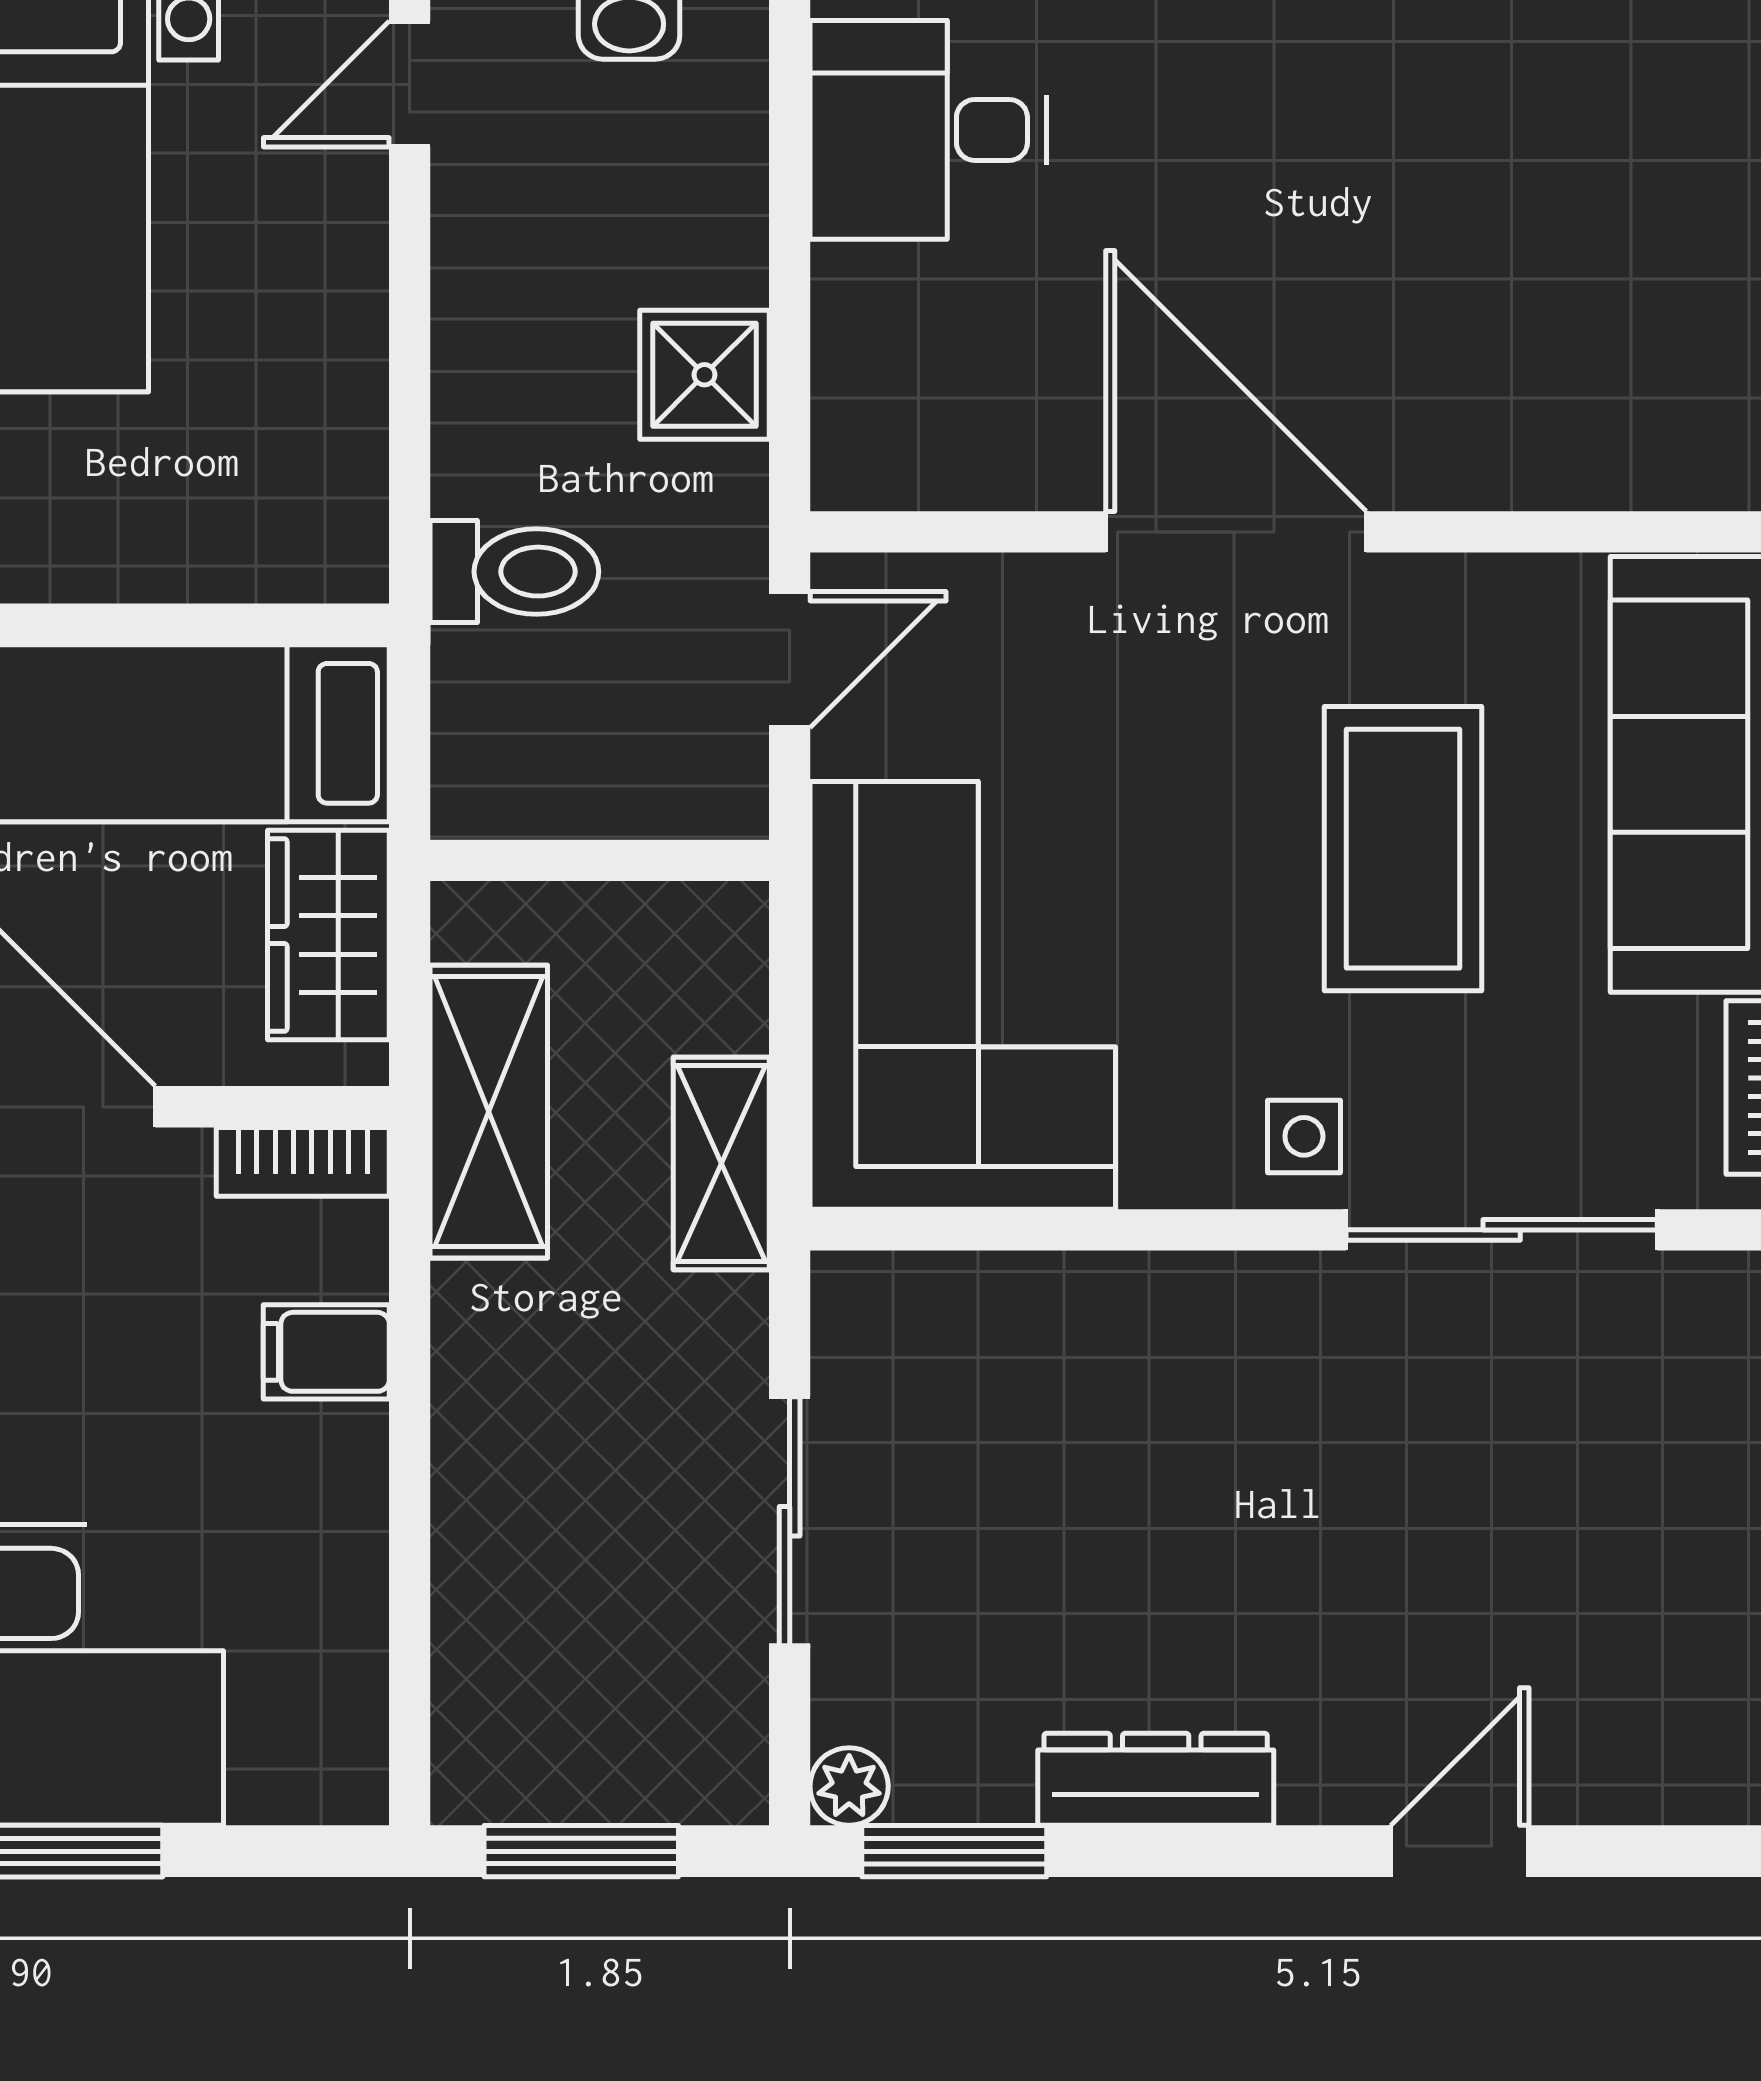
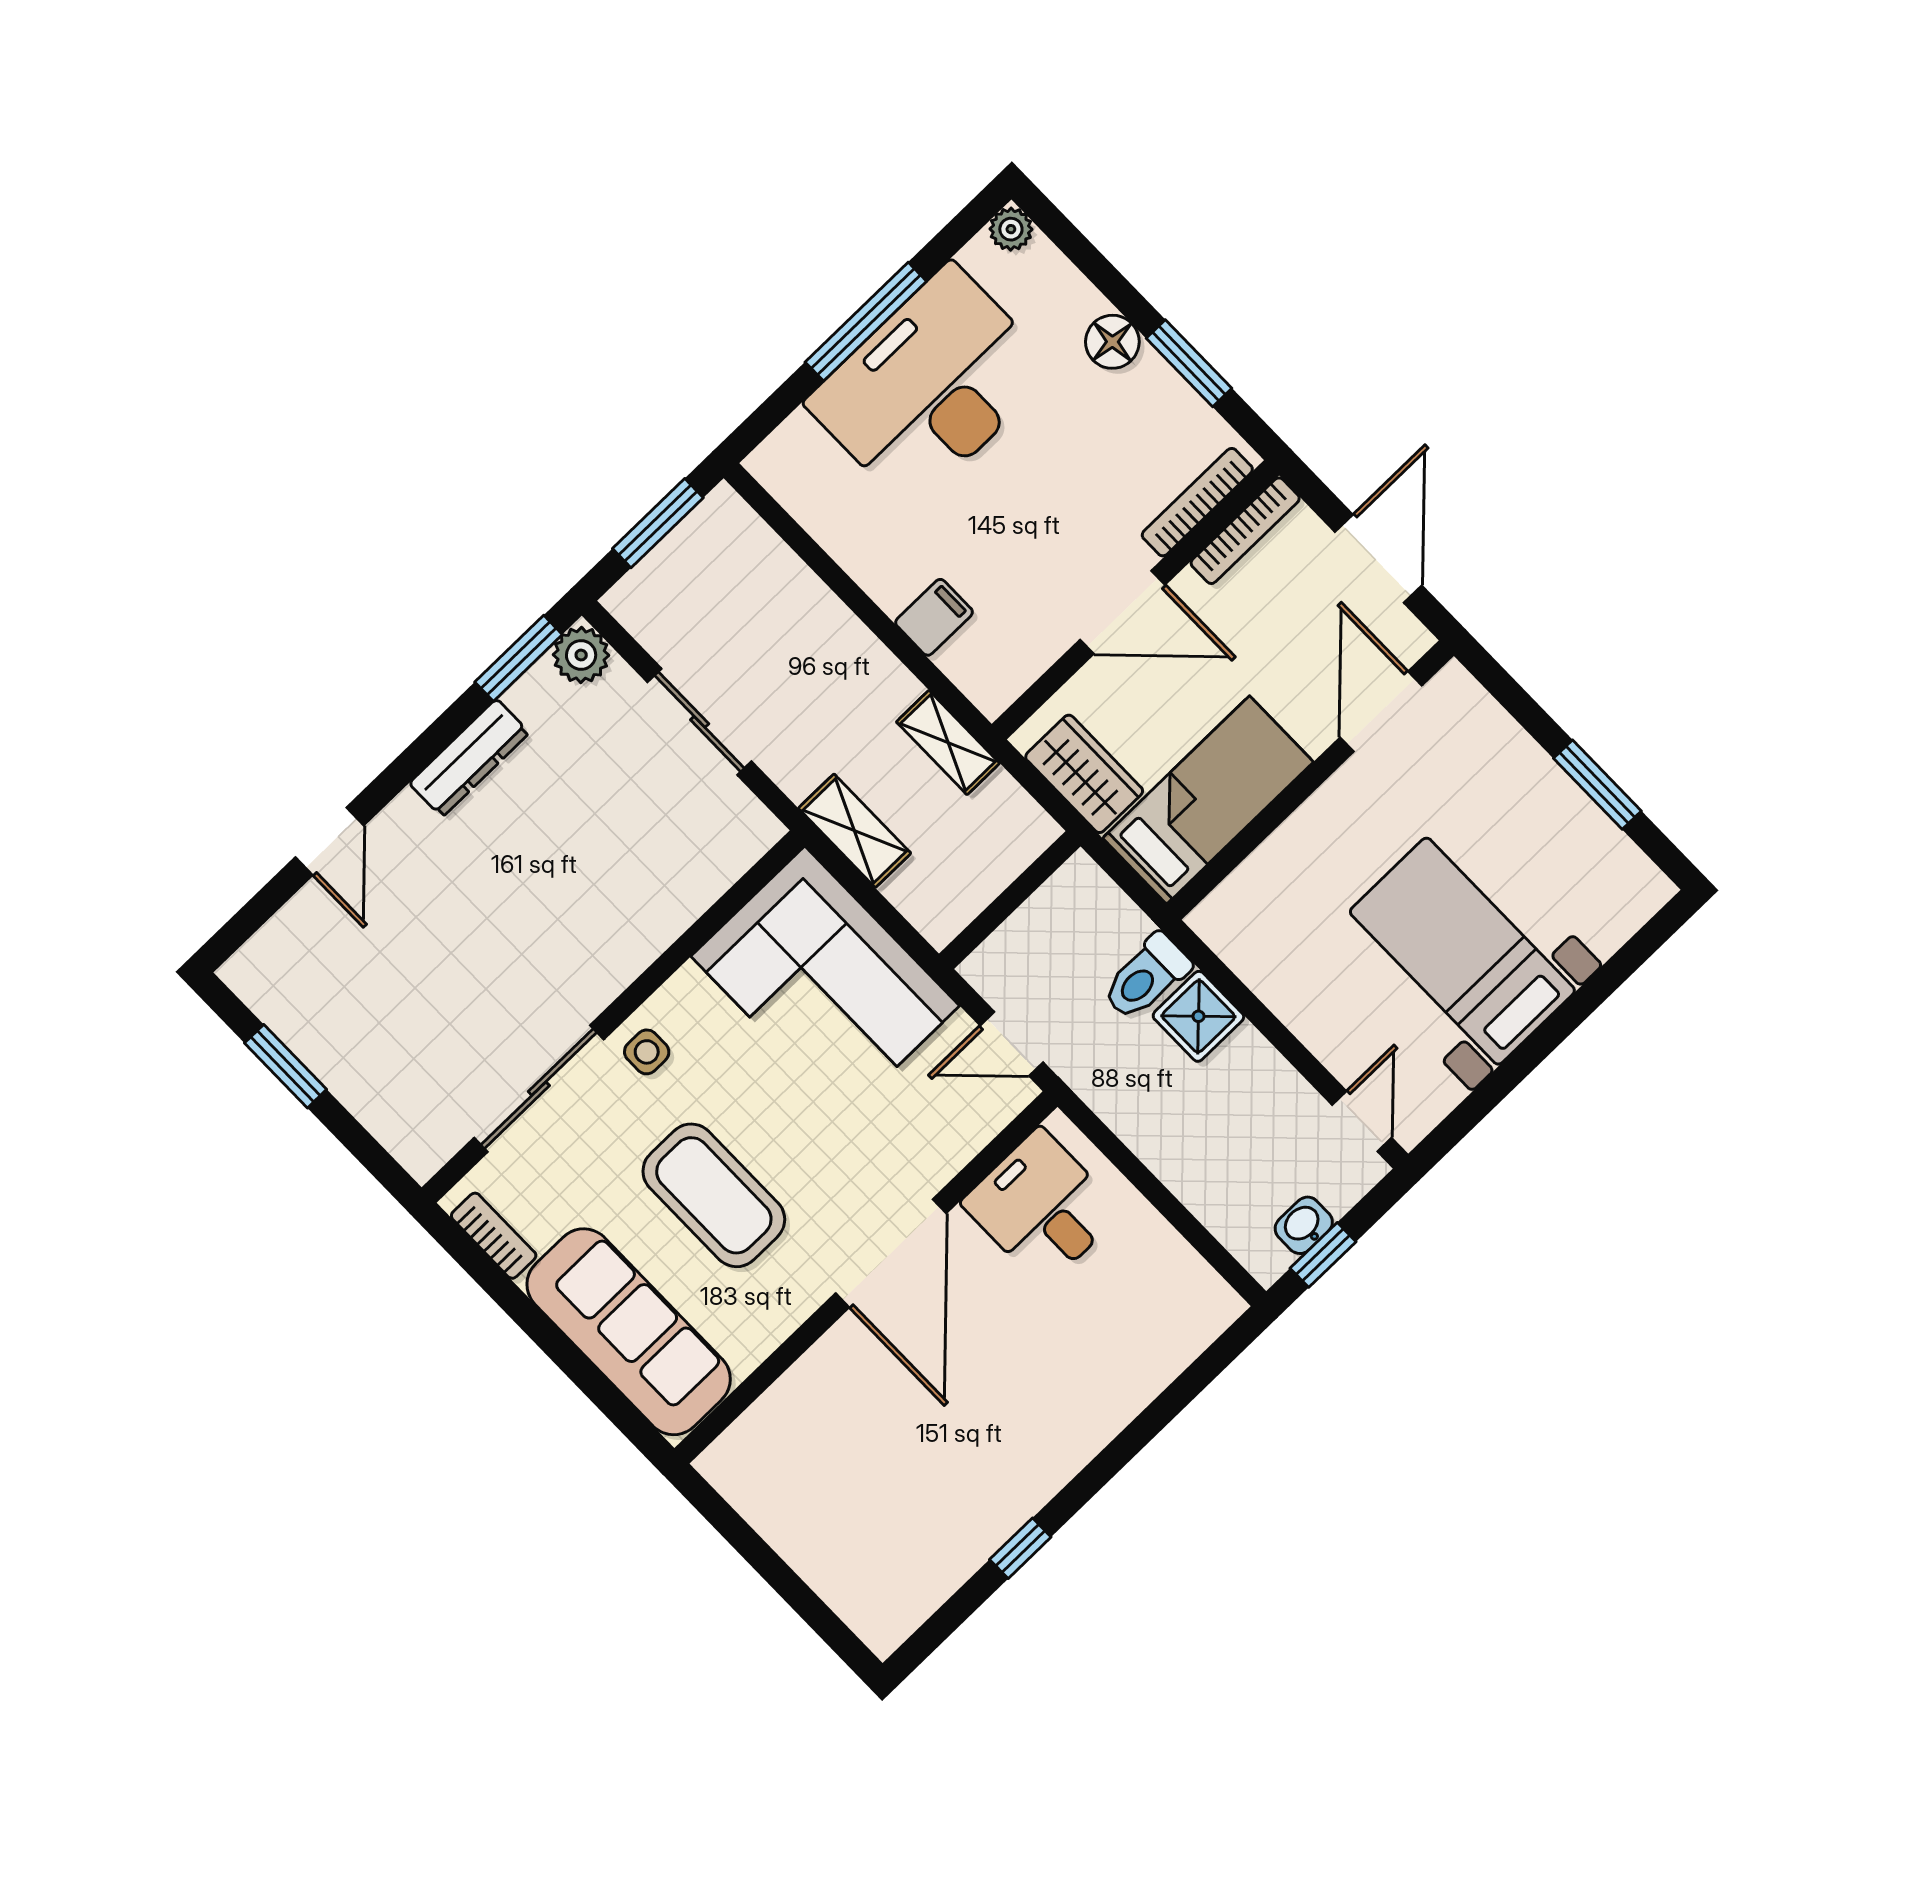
desk: (928, 130) -> (1042, 1207), moved, turned -90
shower: (704, 375) -> (1198, 1016), moved
door: (1236, 532) -> (891, 1253), hinge flipped
door: (790, 660) -> (1012, 1044), hinge flipped
shelving: (489, 1112) -> (948, 742), width x0.67, depth x0.75
bookcase: (303, 1162) -> (1012, 680), removed
plant: (849, 1786) -> (581, 655), width x1.38, depth x1.38

